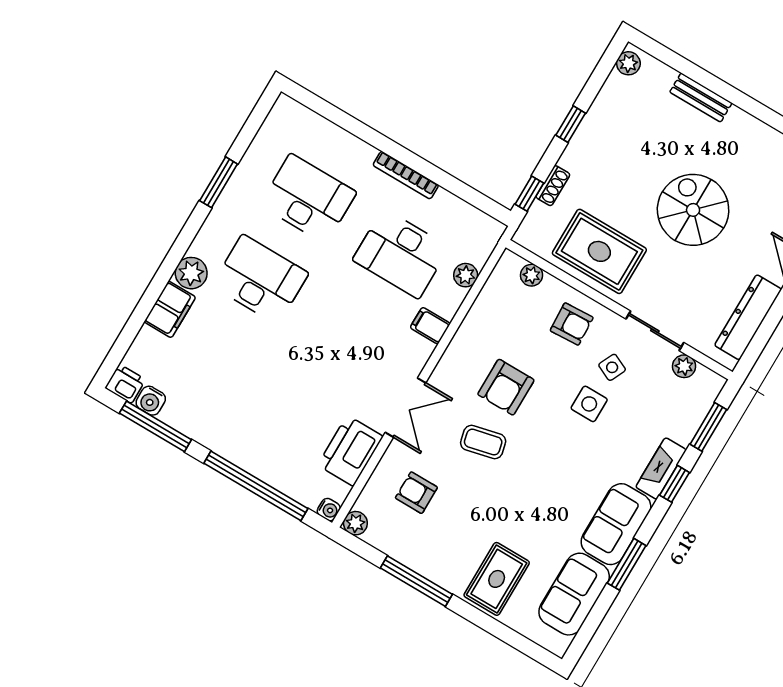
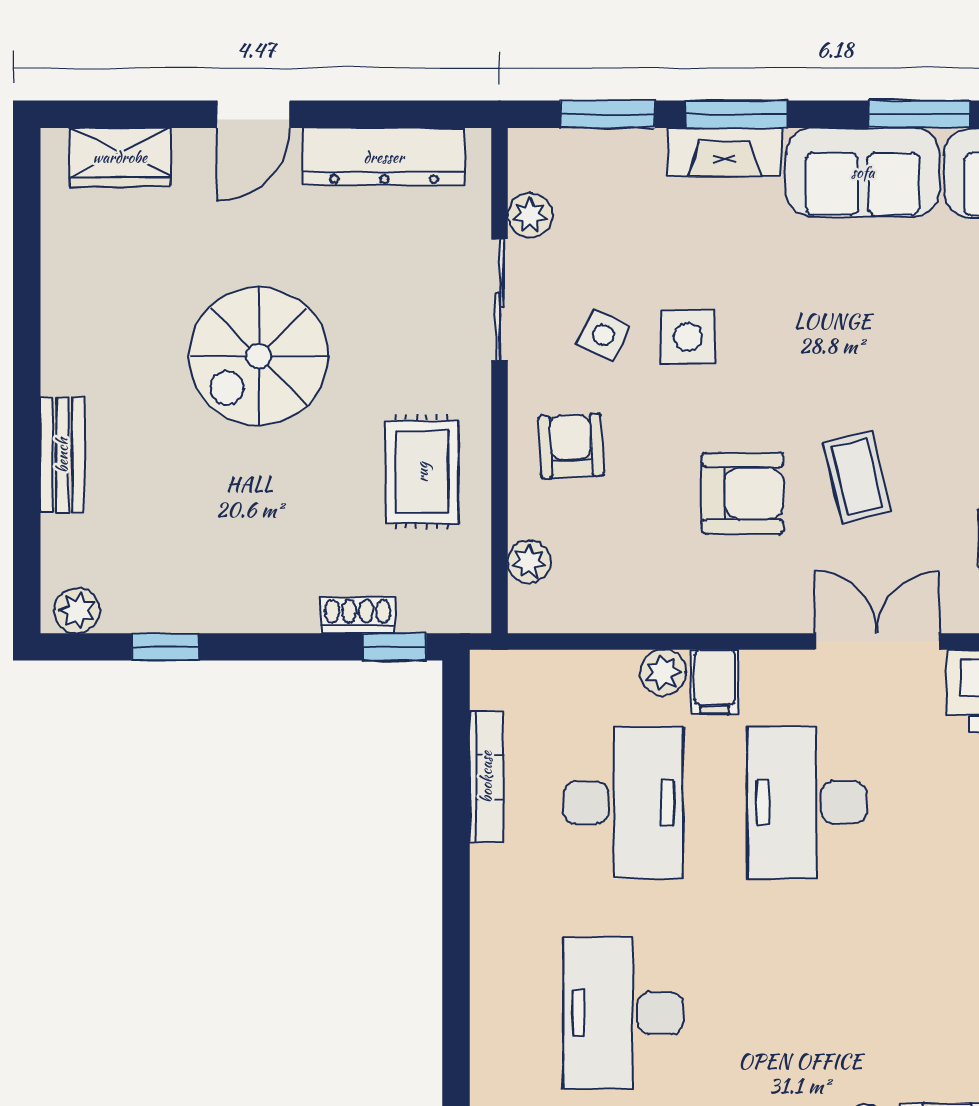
window: (571, 124) -> (165, 647), moved
bookcase: (406, 175) -> (486, 777), moved
rug: (599, 251) -> (422, 472), width x0.73, depth x0.70
plant: (466, 275) -> (663, 673), moved
desk: (260, 279) -> (807, 803), moved
window: (675, 484) -> (737, 114), width x1.50

